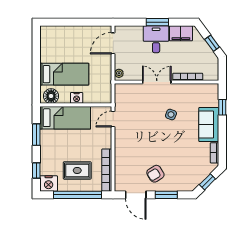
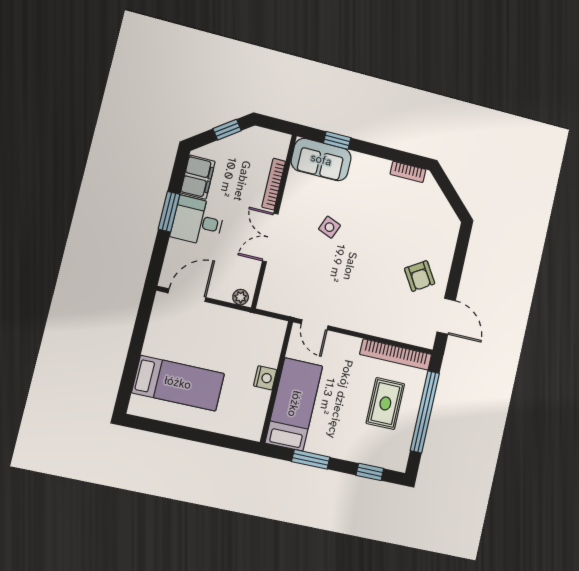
door: (113, 43) -> (187, 295), swing flipped
bed: (64, 74) -> (178, 383), moved, turned 90
floor lamp: (51, 96) -> (252, 420), removed
sofa: (209, 124) -> (321, 160), moved
window: (207, 182) -> (451, 195), removed
nightstand: (49, 183) -> (396, 456), removed
door: (136, 195) -> (446, 316), hinge flipped
window: (166, 195) -> (457, 267), removed

